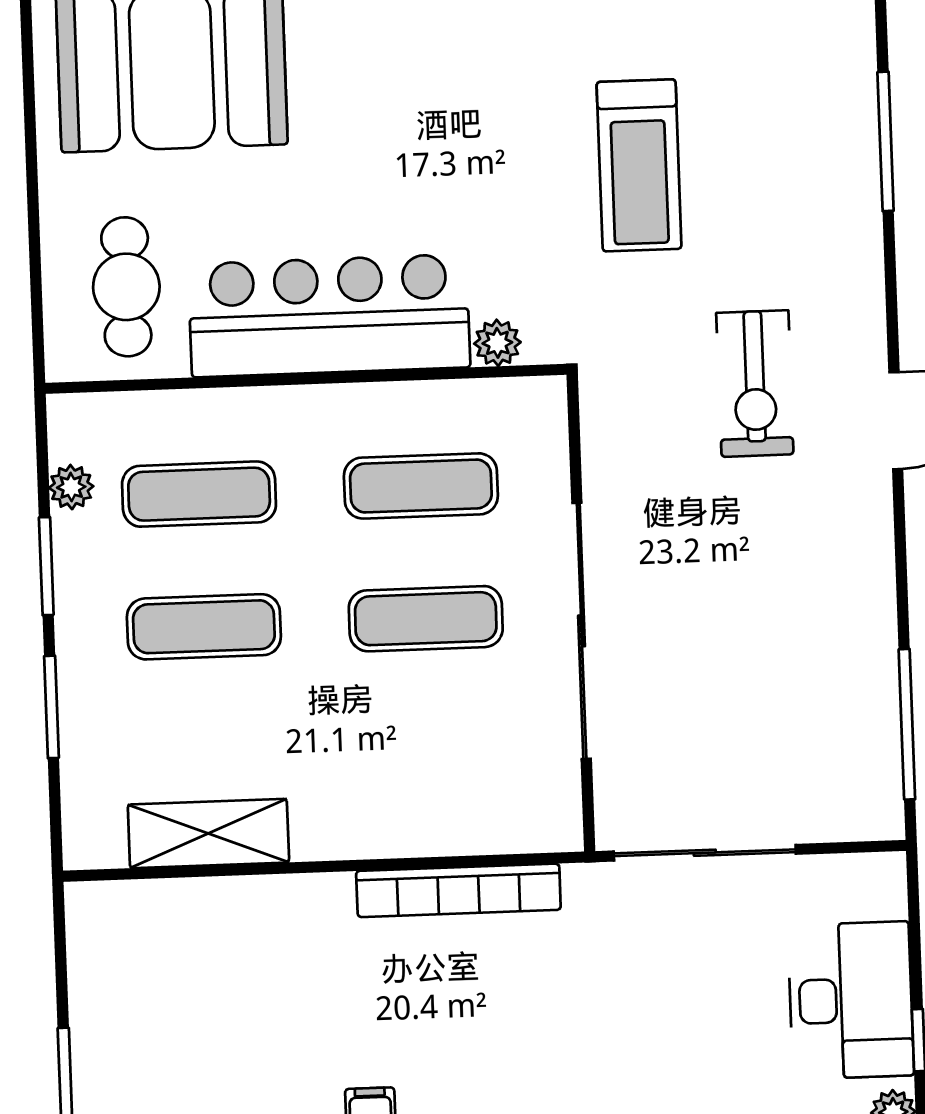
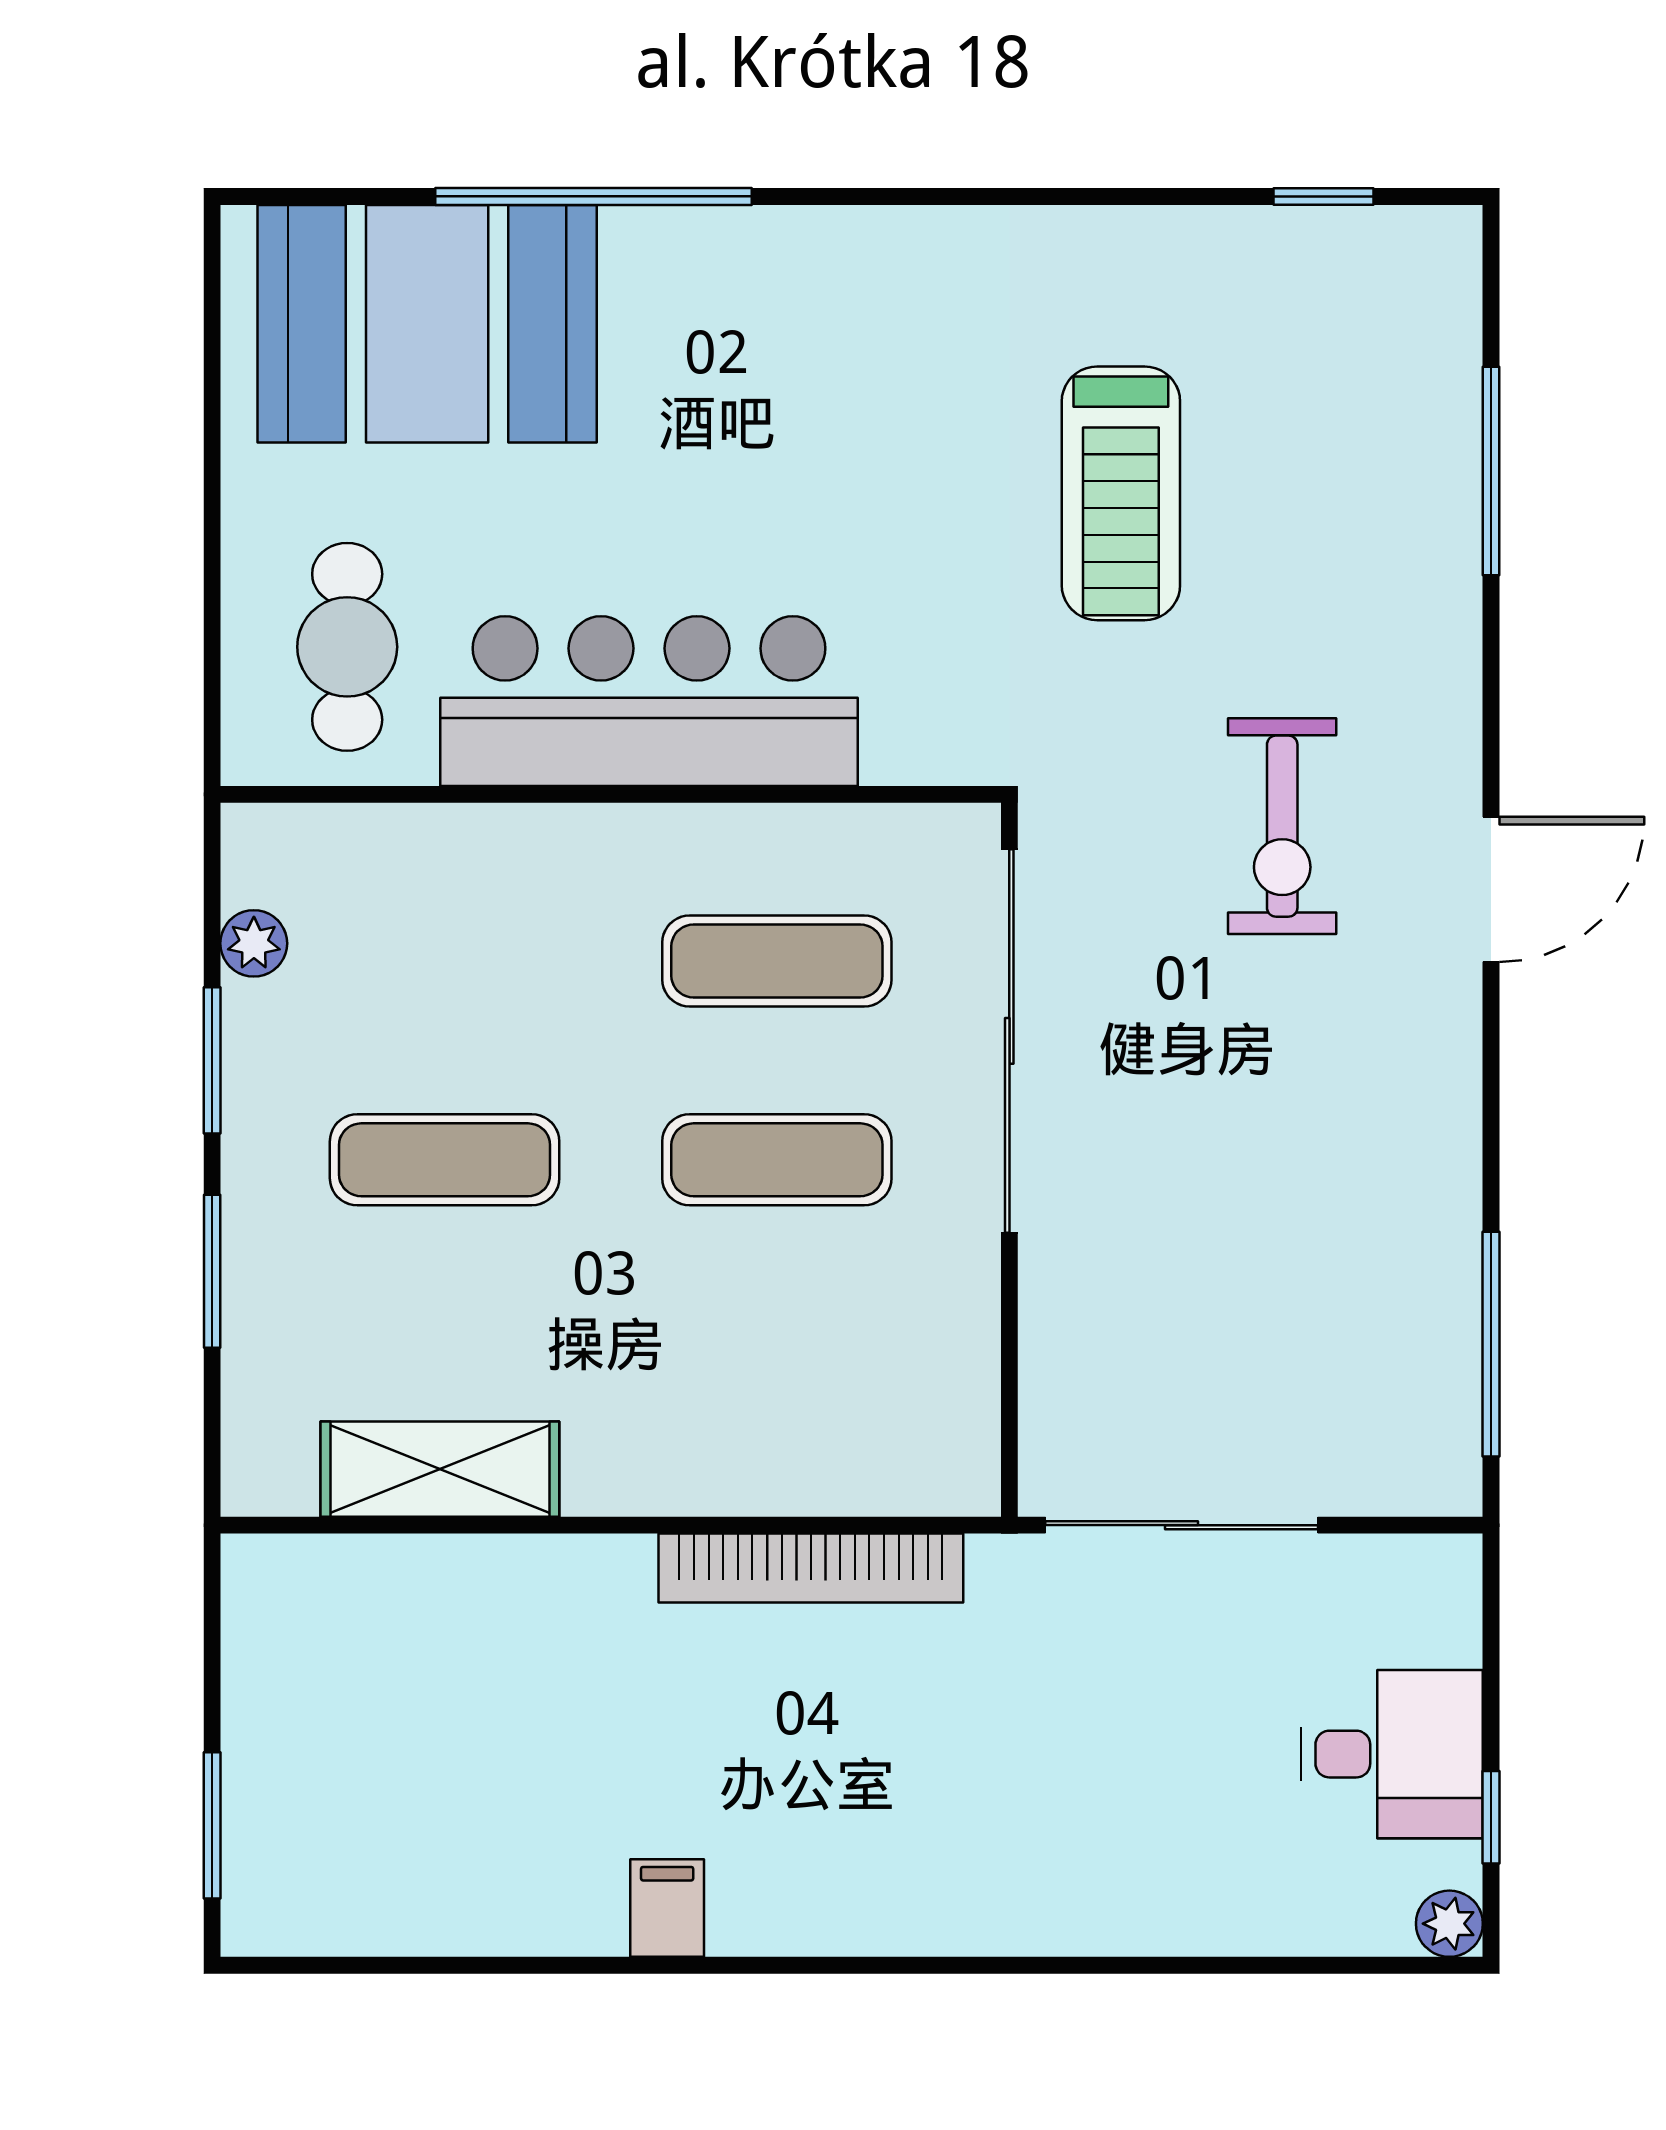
plant: (497, 343) -> (899, 751), removed
exercise mat: (199, 494) -> (445, 961), removed
sliding door: (582, 631) -> (1009, 1041), moved
desk: (851, 1000) -> (1392, 1754), width x0.73

